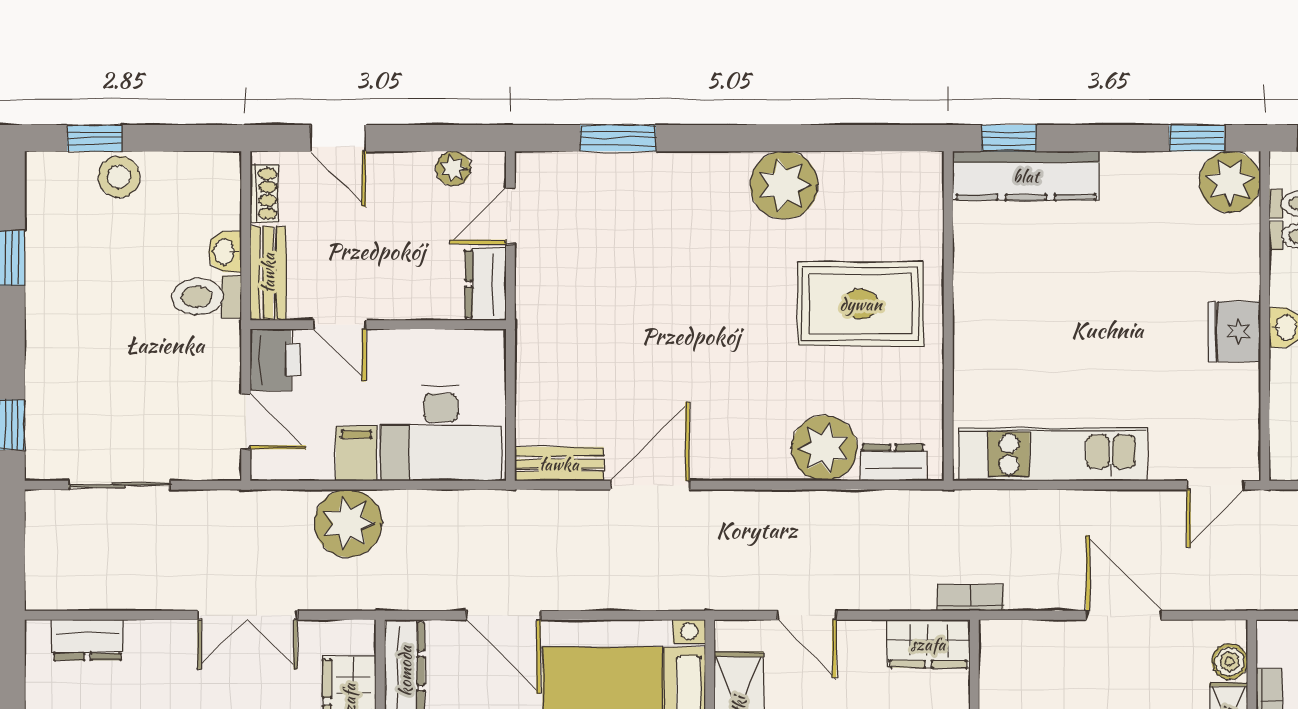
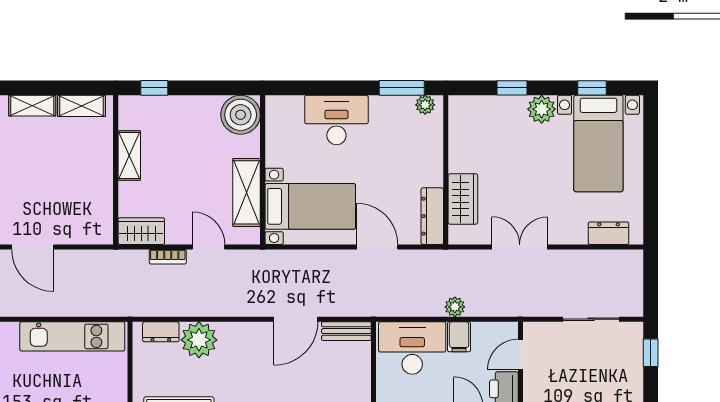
door: (246, 421) -> (520, 355), hinge flipped
plant: (348, 523) -> (455, 307), width x0.53, depth x0.53
bookcase: (970, 598) -> (168, 257), moved

